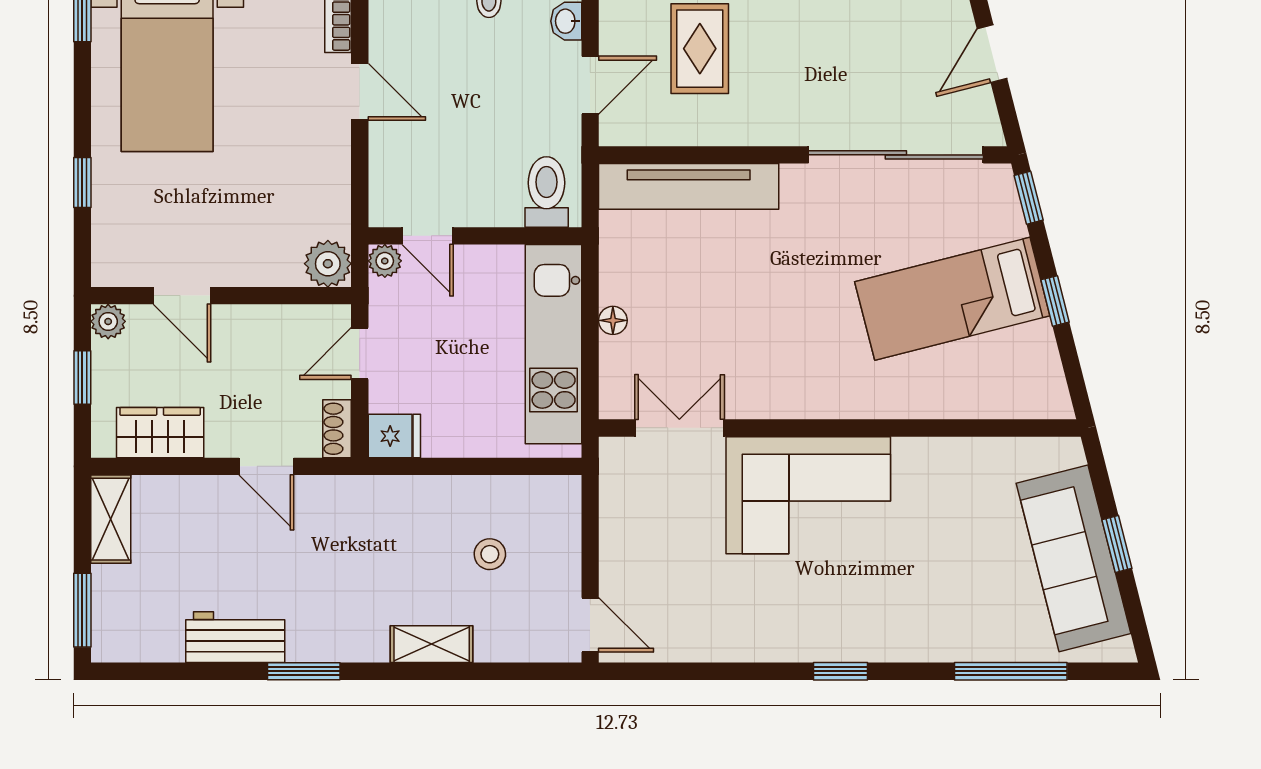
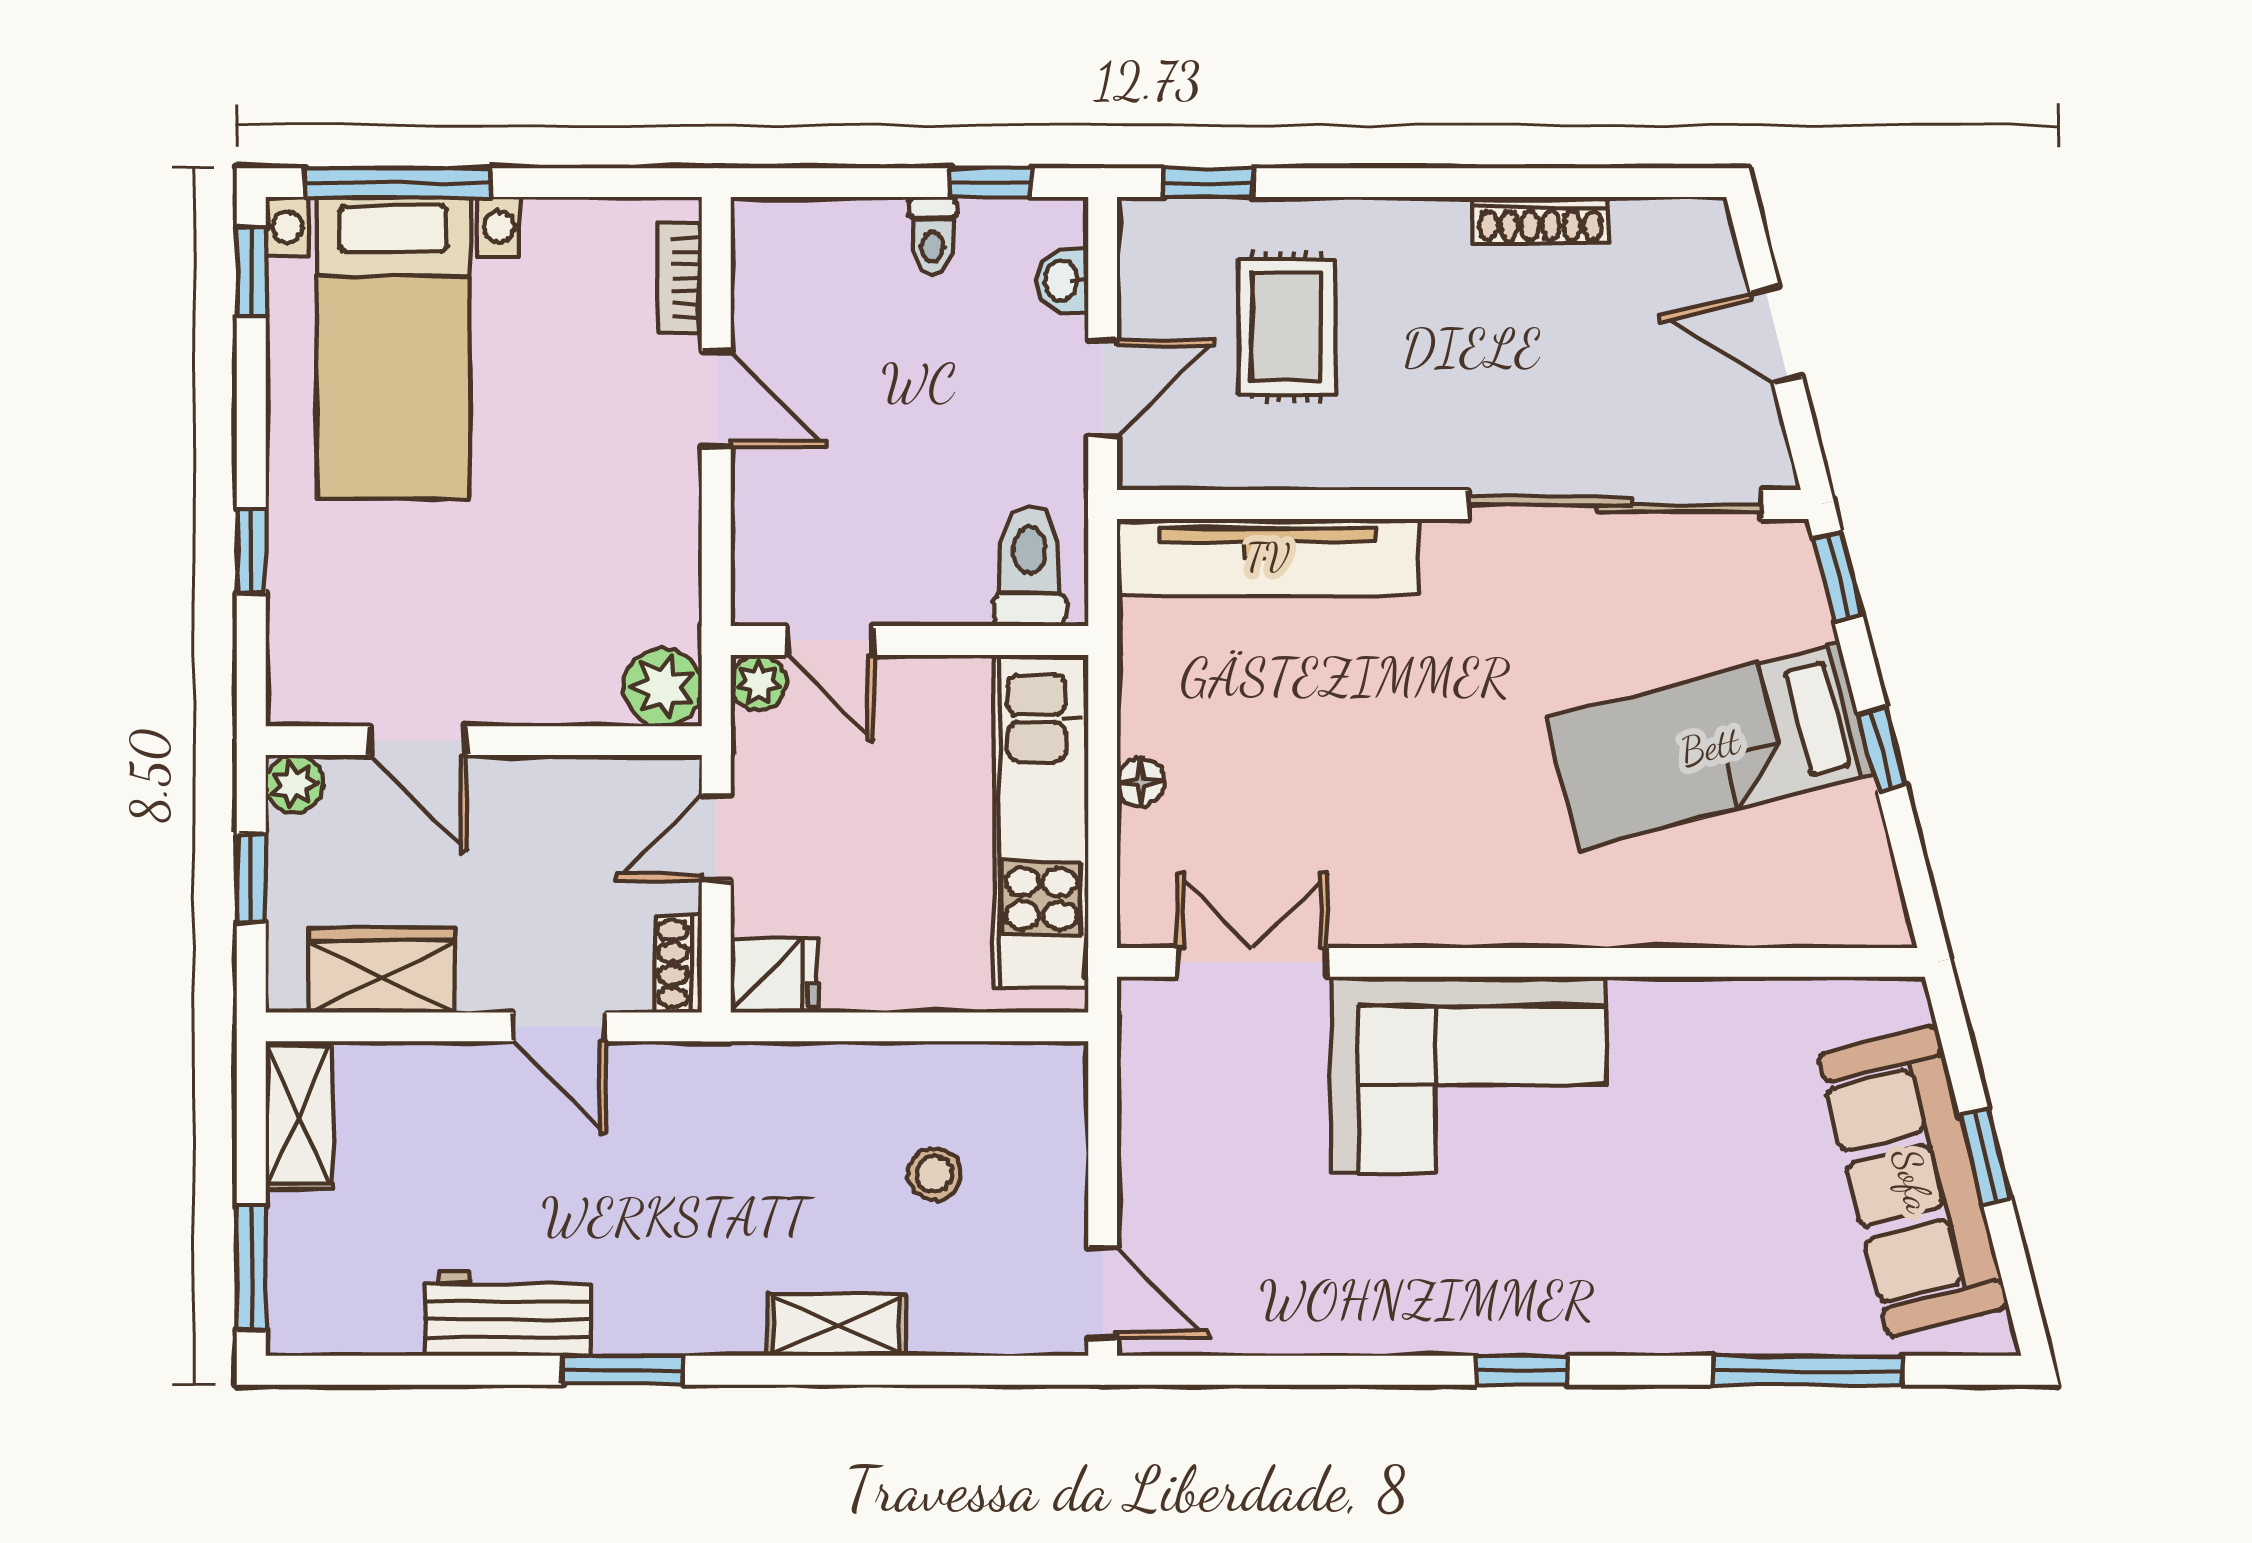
door: (992, 54) -> (1776, 335), hinge flipped

